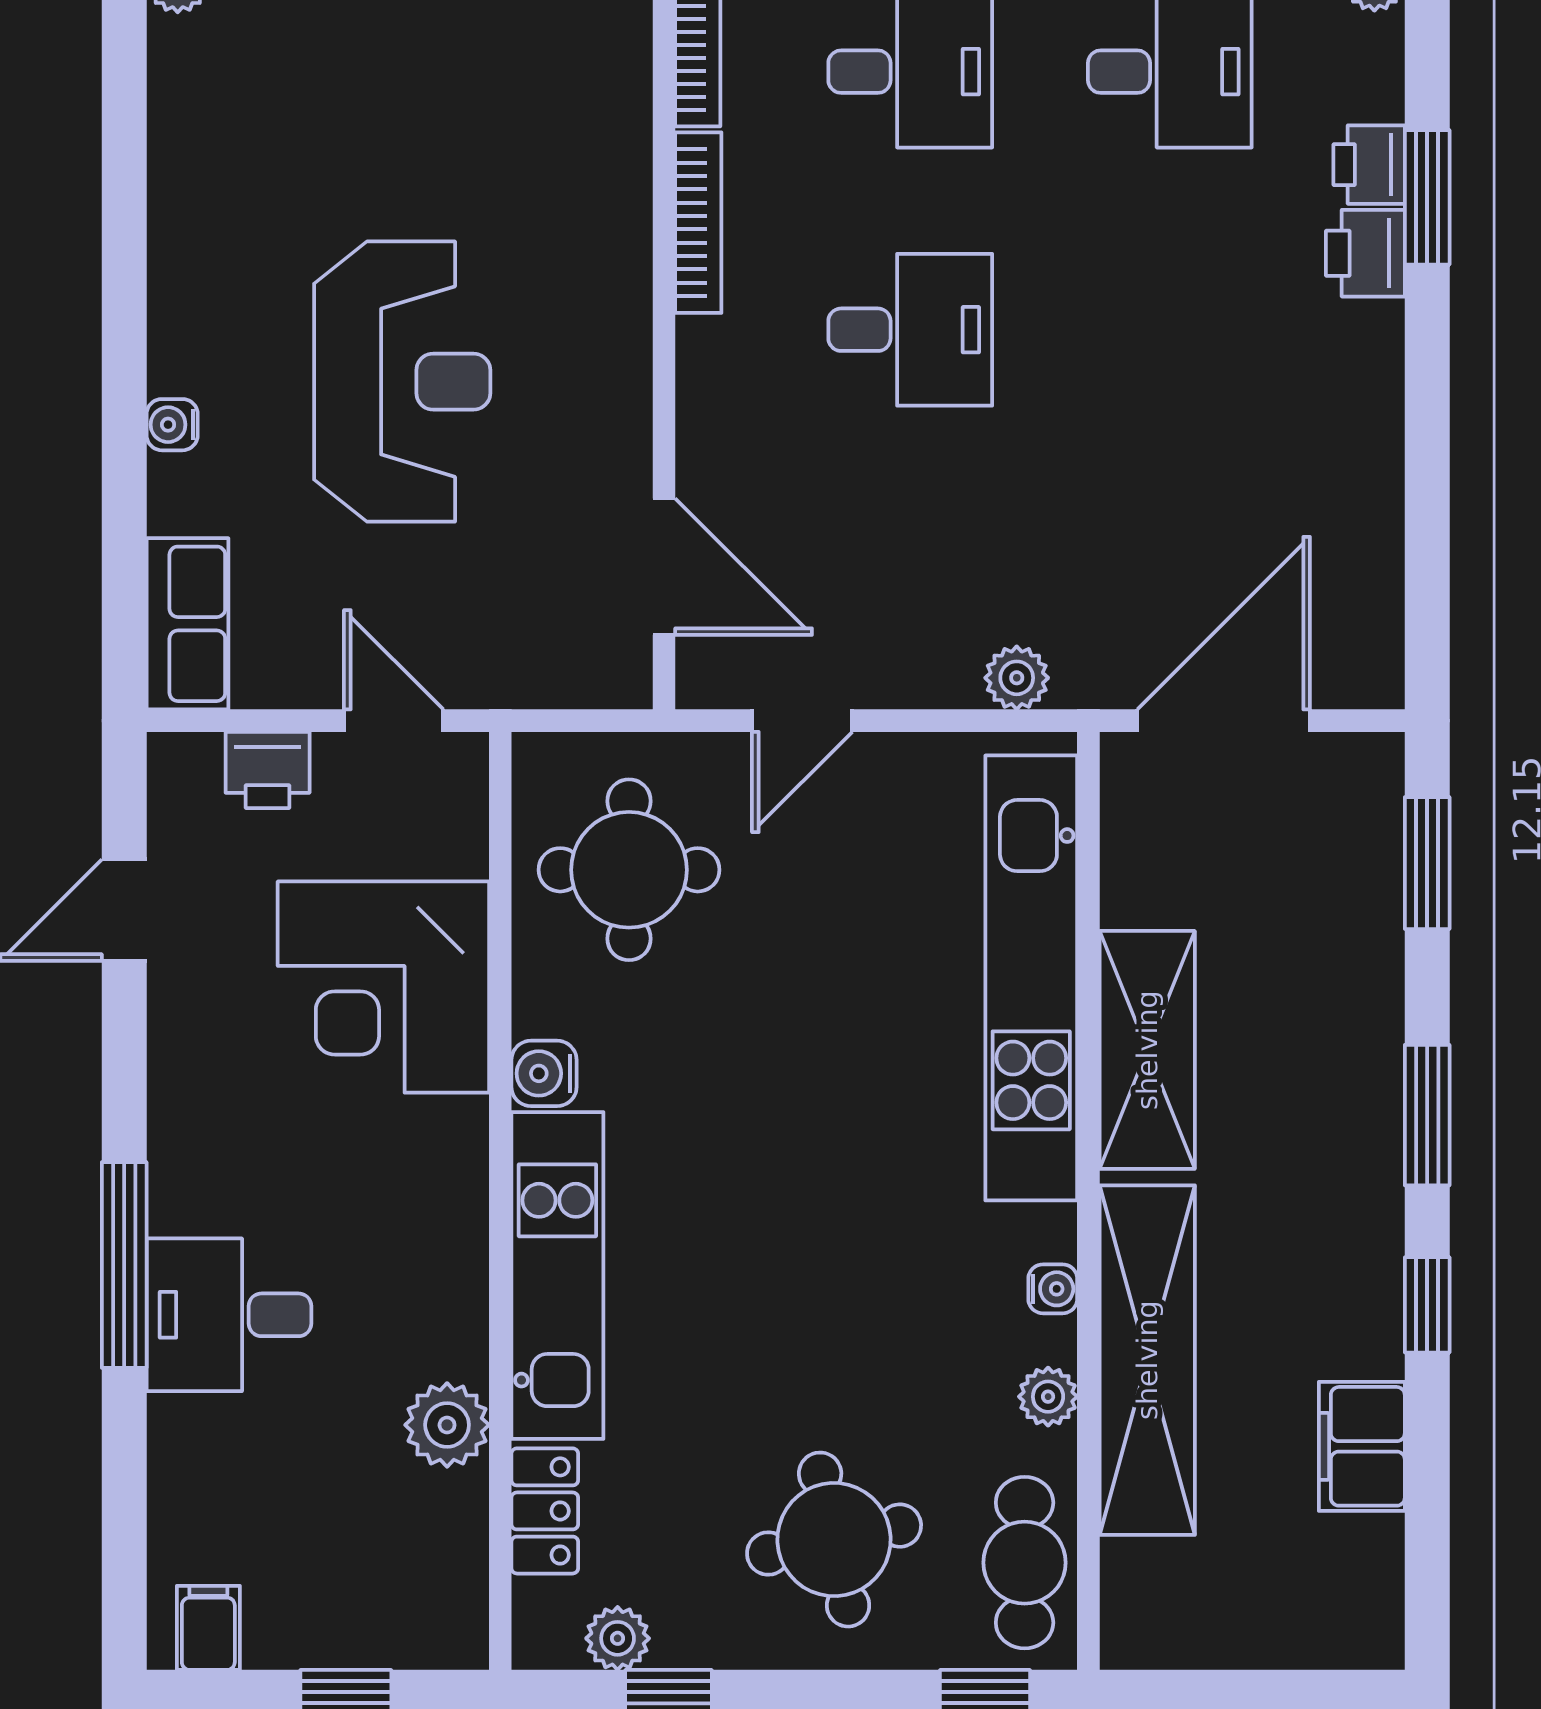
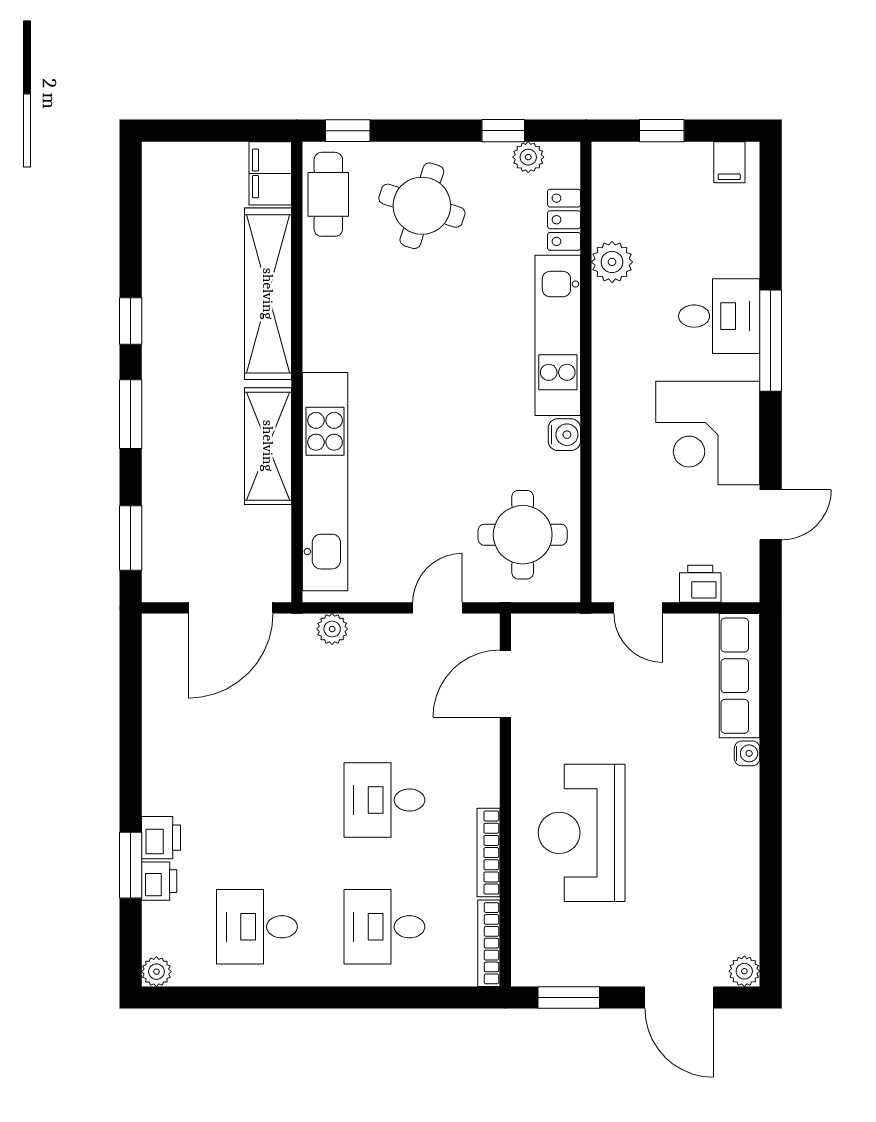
reception desk: (402, 382) -> (582, 833), moved
door: (664, 567) -> (505, 684), hinge flipped
row of seats: (187, 624) -> (740, 676), width x1.48
corner desk: (383, 987) -> (708, 433), moved, turned 180
water cooler: (1053, 1289) -> (314, 329), removed
plant: (1048, 1397) -> (317, 276), removed
filing cabinet: (1362, 1446) -> (270, 173), moved, turned 180
round table: (834, 1540) -> (422, 206), turned 30

